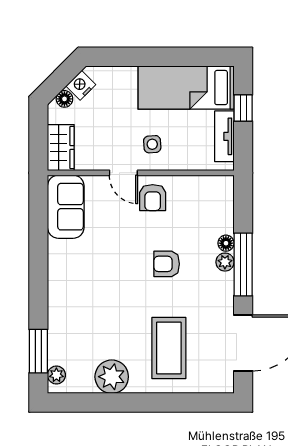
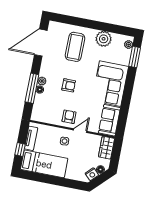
door: (123, 173) -> (80, 131), hinge flipped
window: (243, 264) -> (32, 88), moved
corner sofa: (79, 285) -> (110, 84), added

